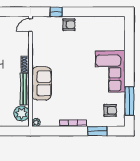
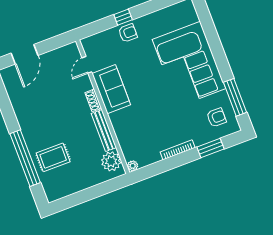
window: (56, 12) -> (123, 17), moved
door: (30, 25) -> (87, 65), moved
corner sofa: (110, 71) -> (189, 64), width x1.36, depth x1.36
sofa: (42, 83) -> (111, 89), moved

